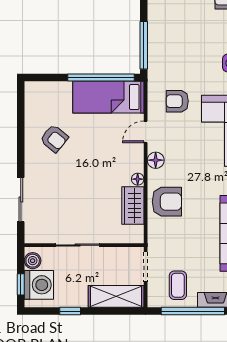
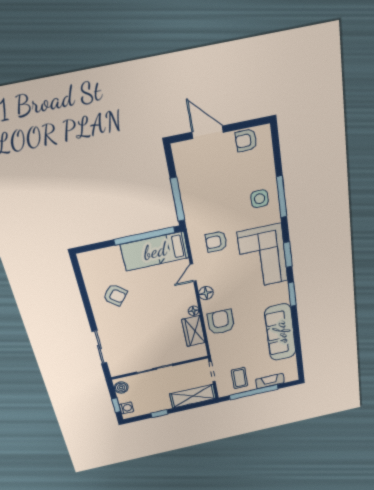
armchair: (167, 202) -> (221, 322), turned -90
washing machine: (39, 285) -> (126, 408), width x0.53, depth x0.53

